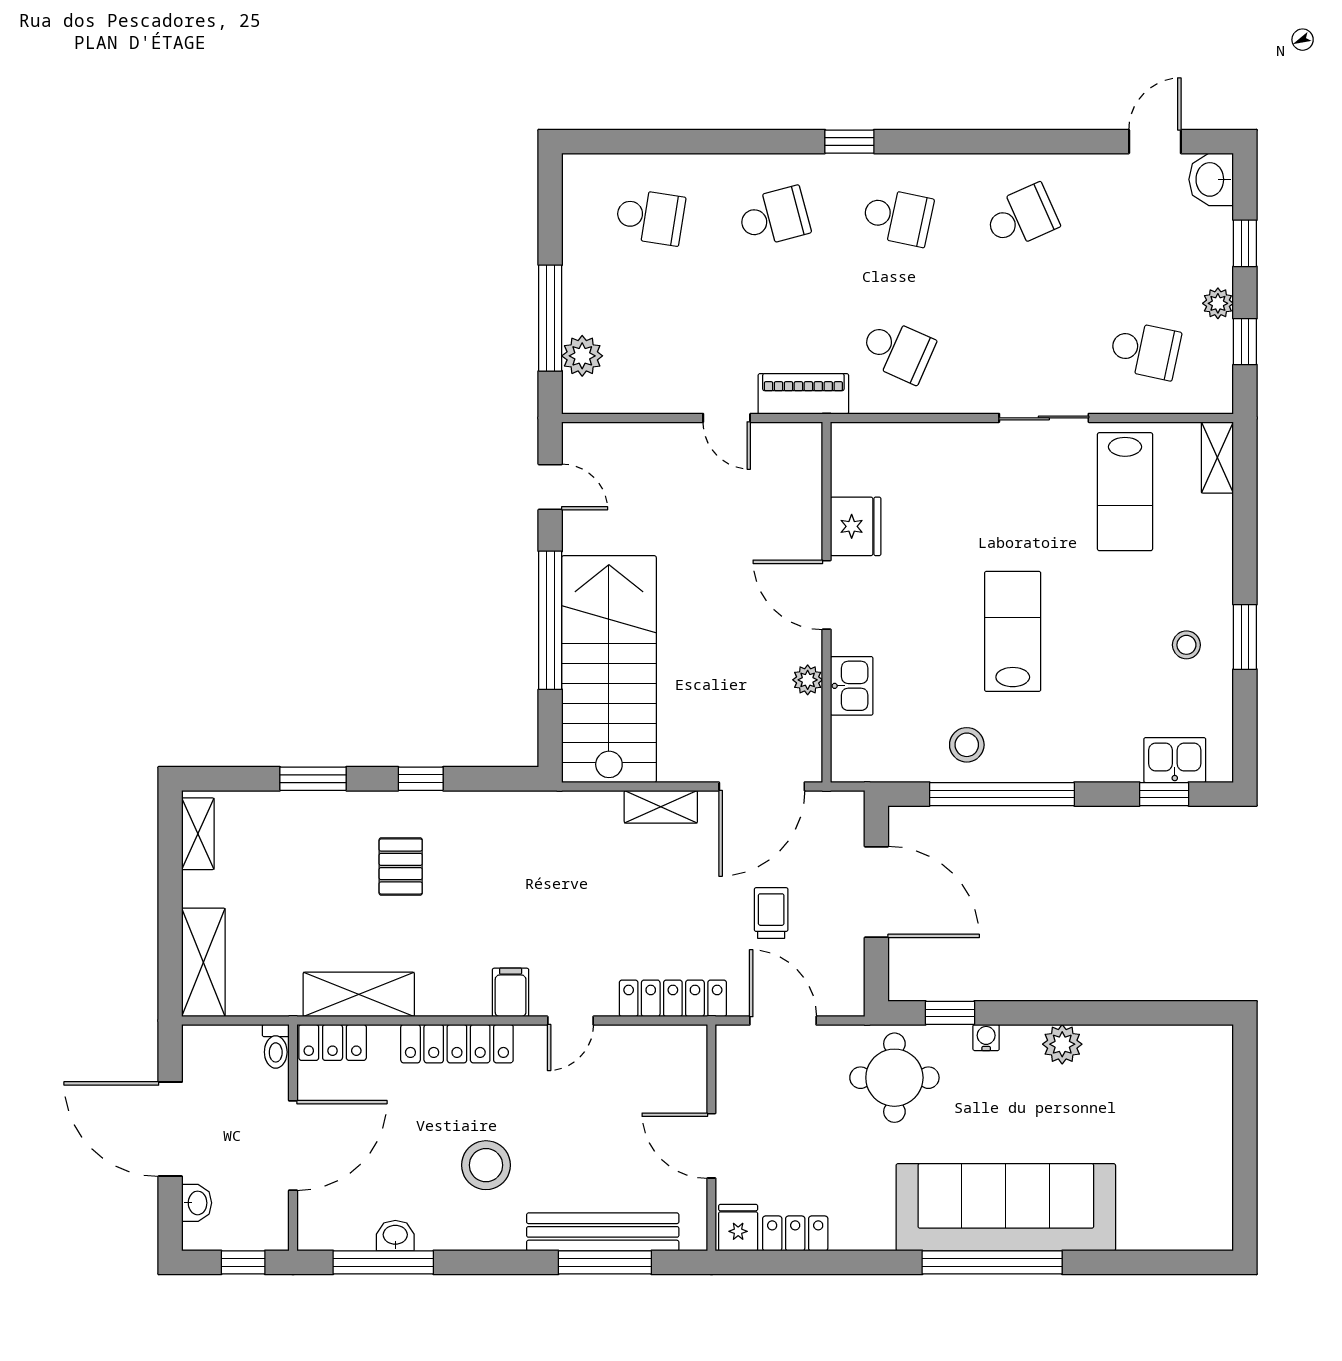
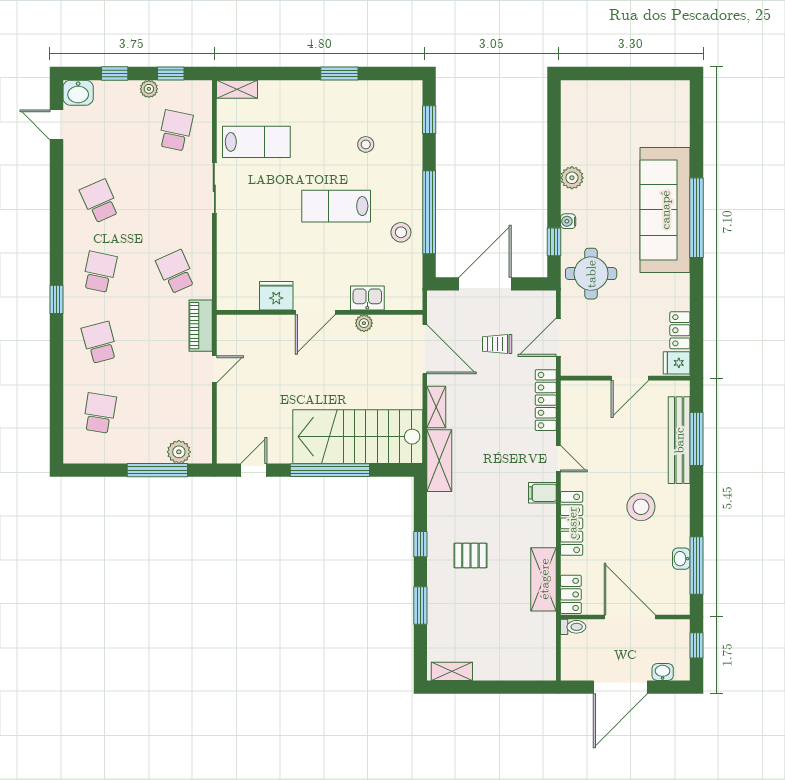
school desk: (898, 350) -> (176, 272), turned -48
stool: (1186, 645) -> (366, 144), moved
kitchen sink: (1175, 760) -> (410, 114), removed
shelving: (203, 962) -> (439, 461), moved, turned 90

